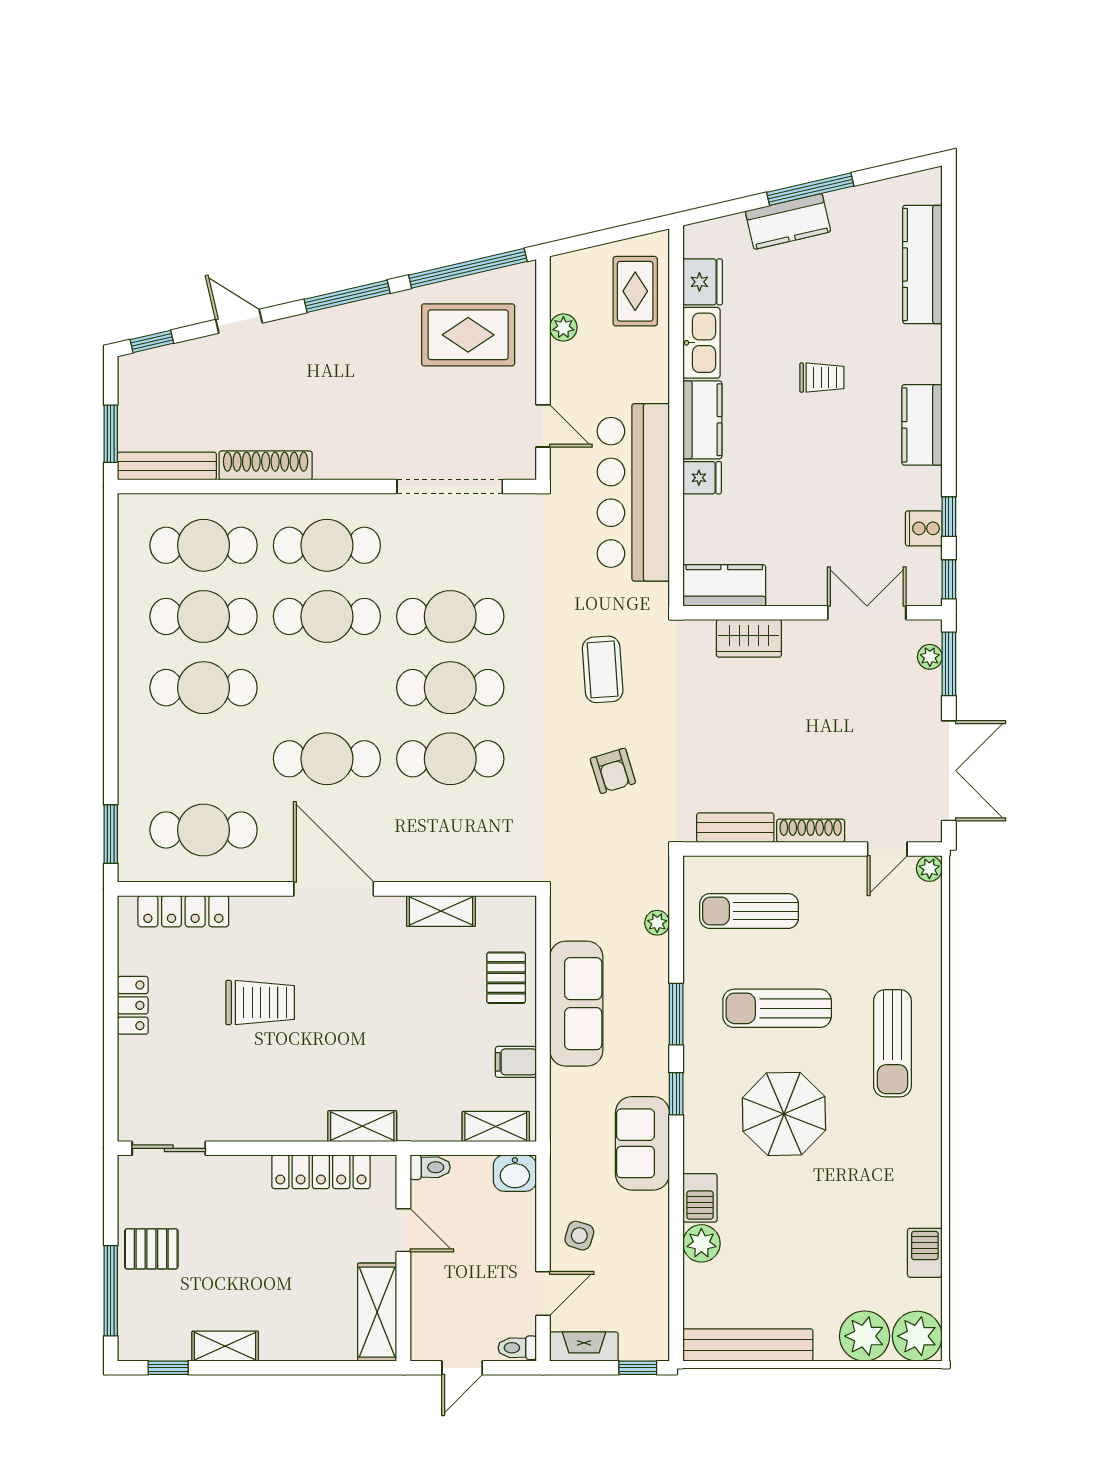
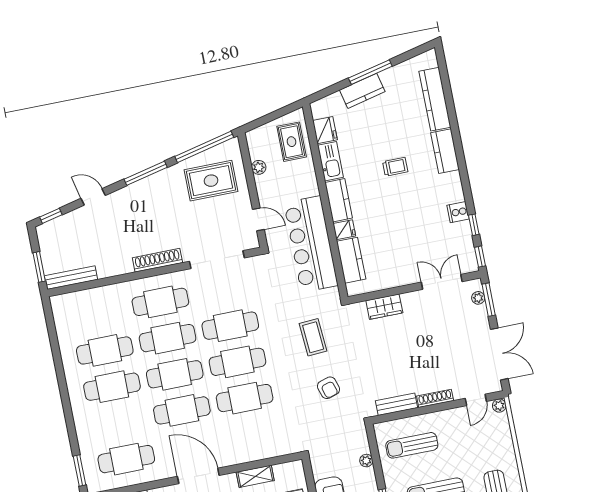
kitchen counter: (922, 425) -> (445, 151), moved
shoe rack: (266, 465) -> (157, 260), moved
cooker: (924, 528) -> (458, 212), moved
cafe table: (204, 545) -> (175, 374), moved
kitchen counter: (724, 585) -> (351, 260), moved, turned 90

